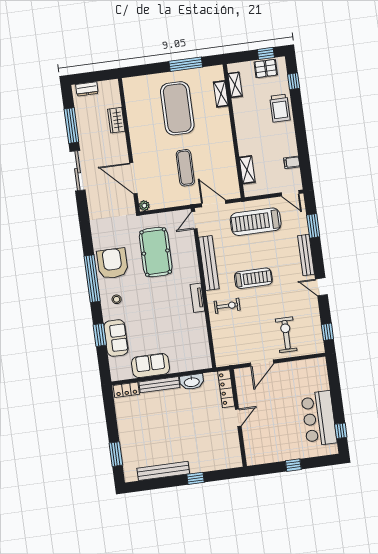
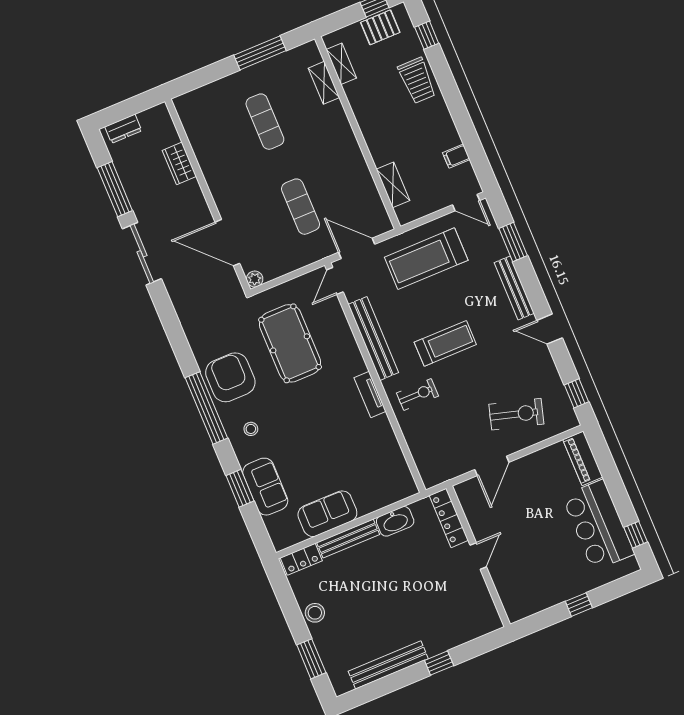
exercise mat: (177, 108) -> (265, 122), width x0.50, depth x0.69
exercise bike: (286, 335) -> (516, 414), turned 106
piano: (320, 374) -> (583, 458), added
stool: (126, 426) -> (315, 613), added

